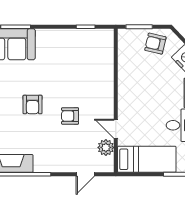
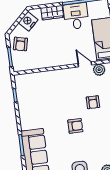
armchair: (70, 116) -> (93, 102), moved
door: (116, 129) -> (85, 64), swing flipped

